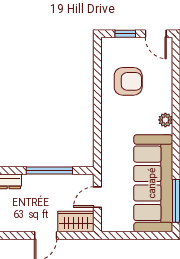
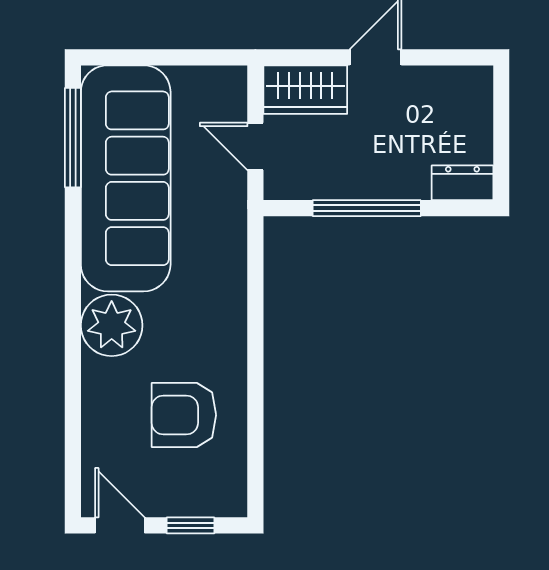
plant: (165, 120) -> (112, 325), width x1.87, depth x1.87
door: (97, 197) -> (255, 146), swing flipped

